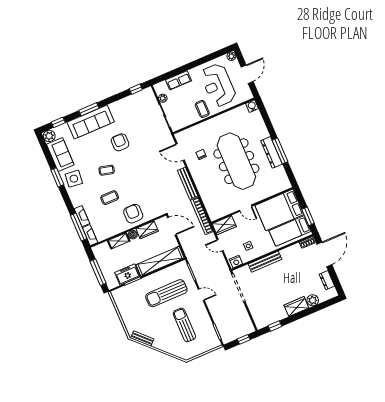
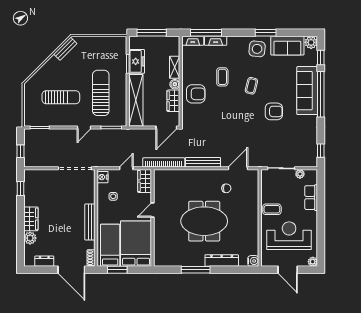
window: (89, 109) -> (321, 94), width x2.11
dresser: (271, 152) -> (222, 260), moved
meeting table: (236, 161) -> (204, 221), width x0.73
bench: (265, 262) -> (90, 222), moved

